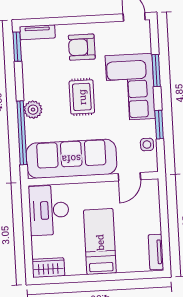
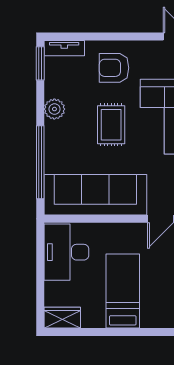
plant: (33, 110) -> (54, 109), moved

